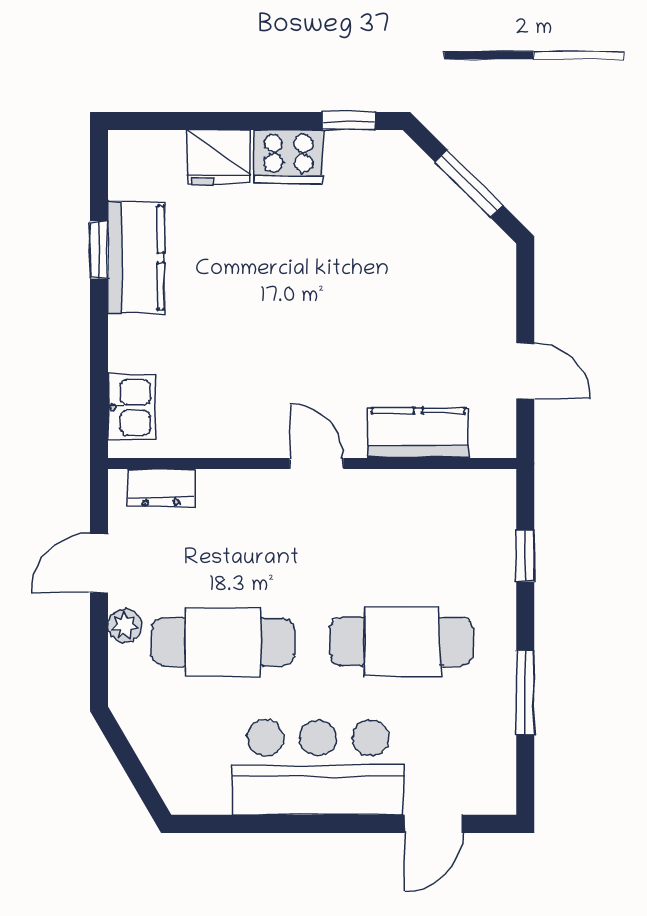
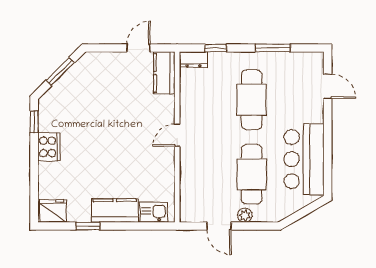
fridge: (219, 157) -> (53, 211), moved, turned -90
kitchen counter: (136, 258) -> (115, 211), moved
kitchen counter: (418, 433) -> (164, 73), moved
dresser: (161, 488) -> (193, 60), moved, turned 90
bar counter: (318, 767) -> (304, 159), moved

